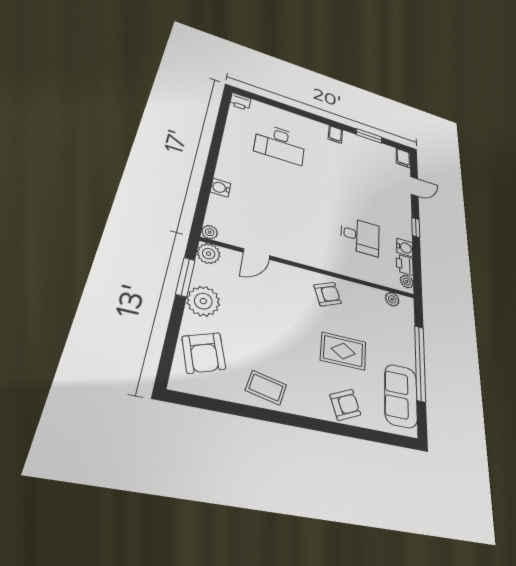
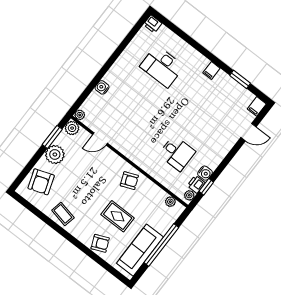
window: (416, 227) -> (206, 187), moved
sofa: (401, 396) -> (140, 250), width x1.36

